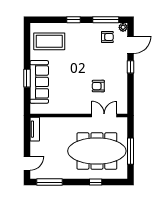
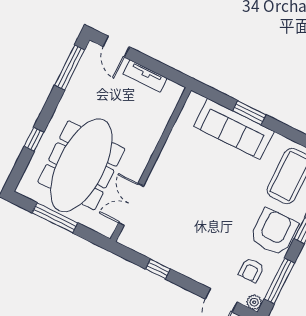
window: (131, 67) -> (158, 269), moved
armchair: (98, 86) -> (274, 232), moved, width x1.88, depth x1.88
double door: (104, 116) -> (131, 204), swing flipped
tv unit: (35, 129) -> (145, 76), moved

